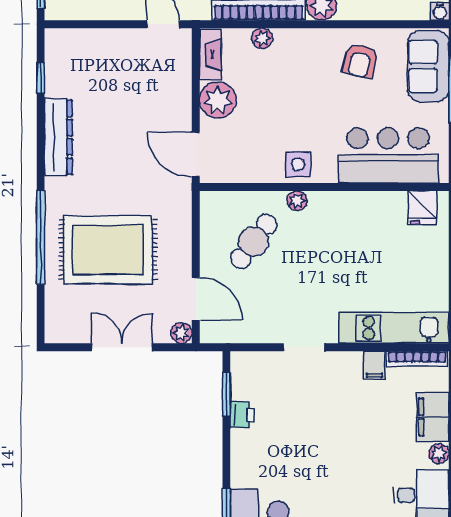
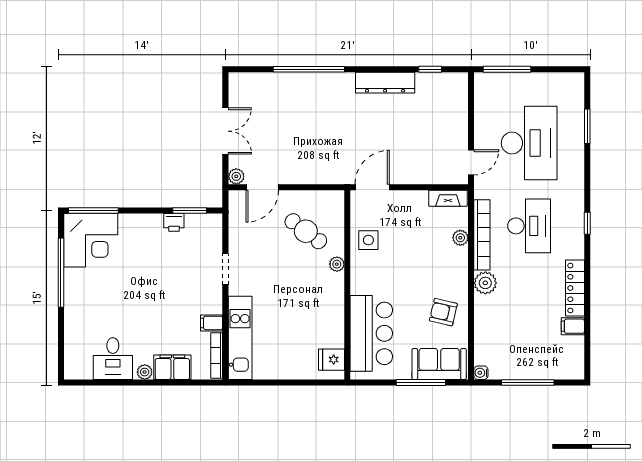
plant: (218, 100) -> (413, 204), removed
side table: (298, 164) -> (368, 240), moved
rug: (108, 250) -> (300, 120), removed

